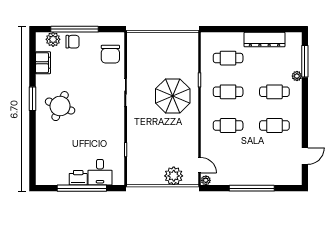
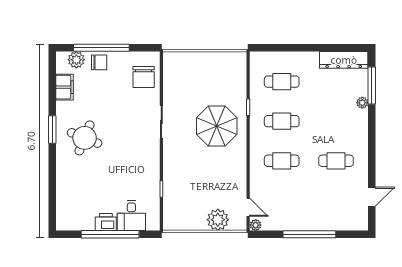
dresser: (265, 40) -> (344, 60), moved
cafe table: (274, 92) -> (336, 121), removed

